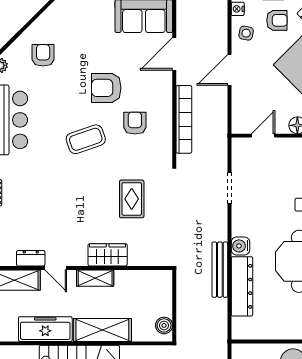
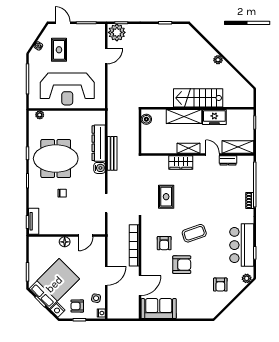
freezer: (45, 329) -> (214, 117), width x0.71

